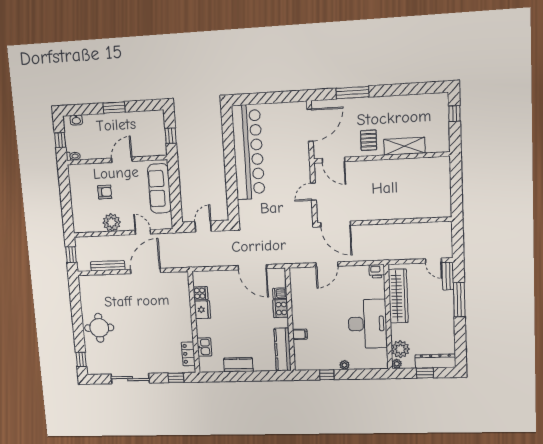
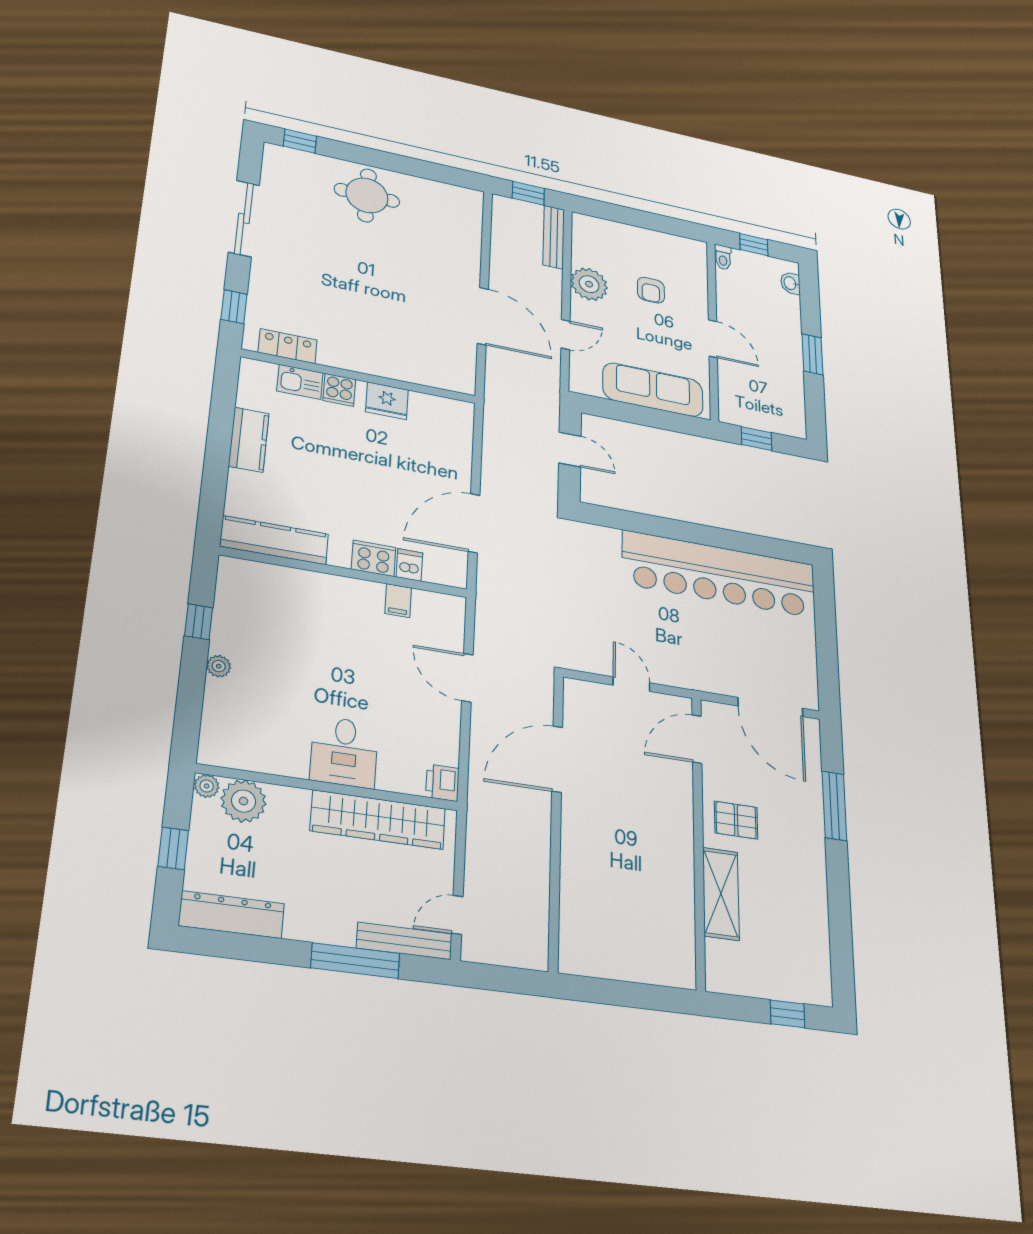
door: (336, 224) -> (557, 759), moved
bench: (108, 266) -> (554, 237), moved
bench: (448, 276) -> (404, 941), width x1.36
cooker: (200, 293) -> (339, 390), moved
desk: (367, 324) -> (344, 752), width x0.53, depth x0.77
filing cabinet: (300, 334) -> (398, 601), moved
dresser: (435, 361) -> (232, 915), moved, turned -90

